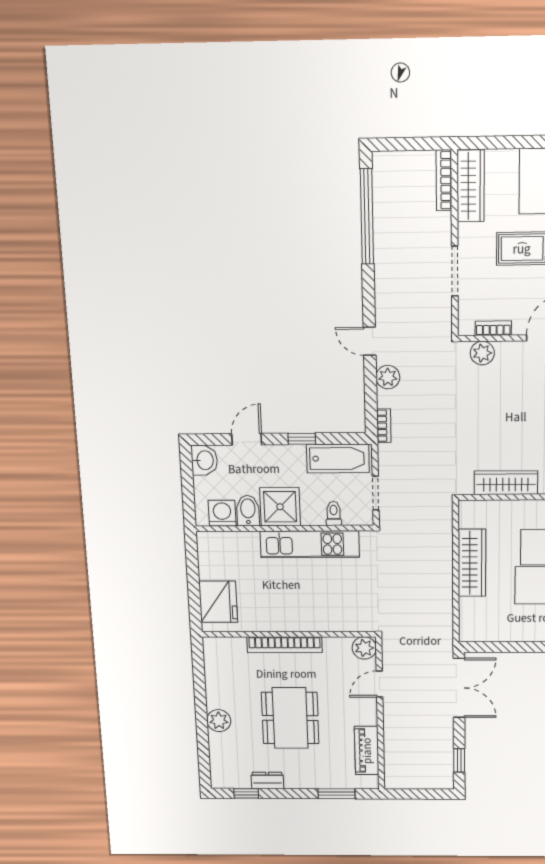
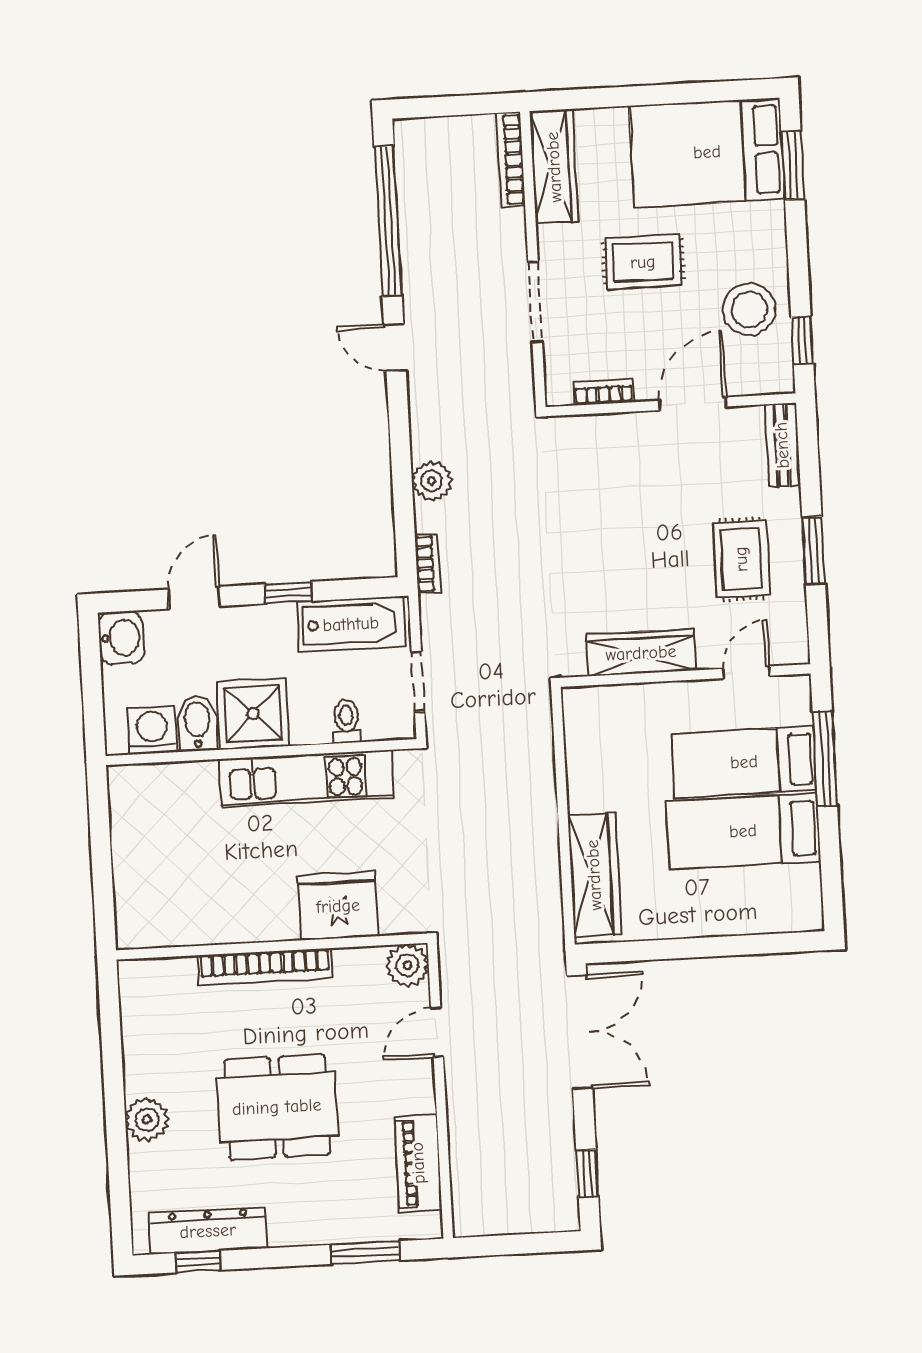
door: (370, 341) -> (395, 347), moved
plant: (482, 353) -> (588, 434), removed
wardrobe: (472, 563) -> (594, 875), moved
fridge: (218, 602) -> (338, 906), moved, turned -90
dining table: (290, 718) -> (277, 1107), turned 90
dresser: (267, 780) -> (208, 1231), width x1.96, depth x1.24

